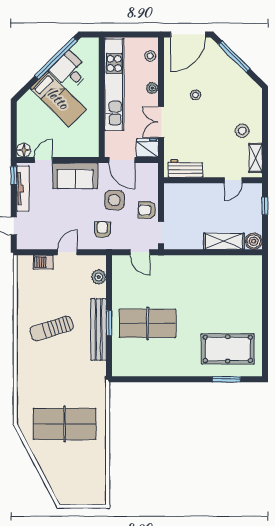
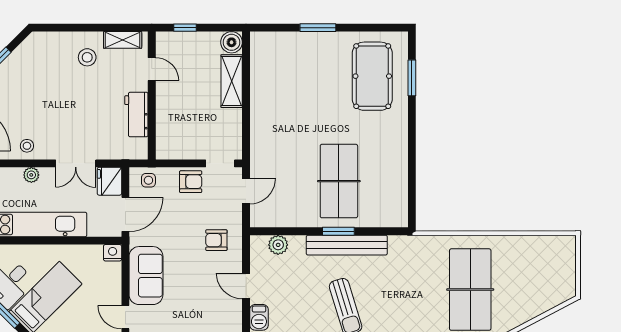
stool: (196, 95) -> (27, 146), moved
nightstand: (93, 150) -> (113, 253), added
workbench: (185, 168) -> (136, 114), moved
side table: (114, 200) -> (148, 180), moved, width x0.54, depth x0.54
armchair: (147, 210) -> (191, 182), turned -90
window: (265, 307) -> (318, 28), added

